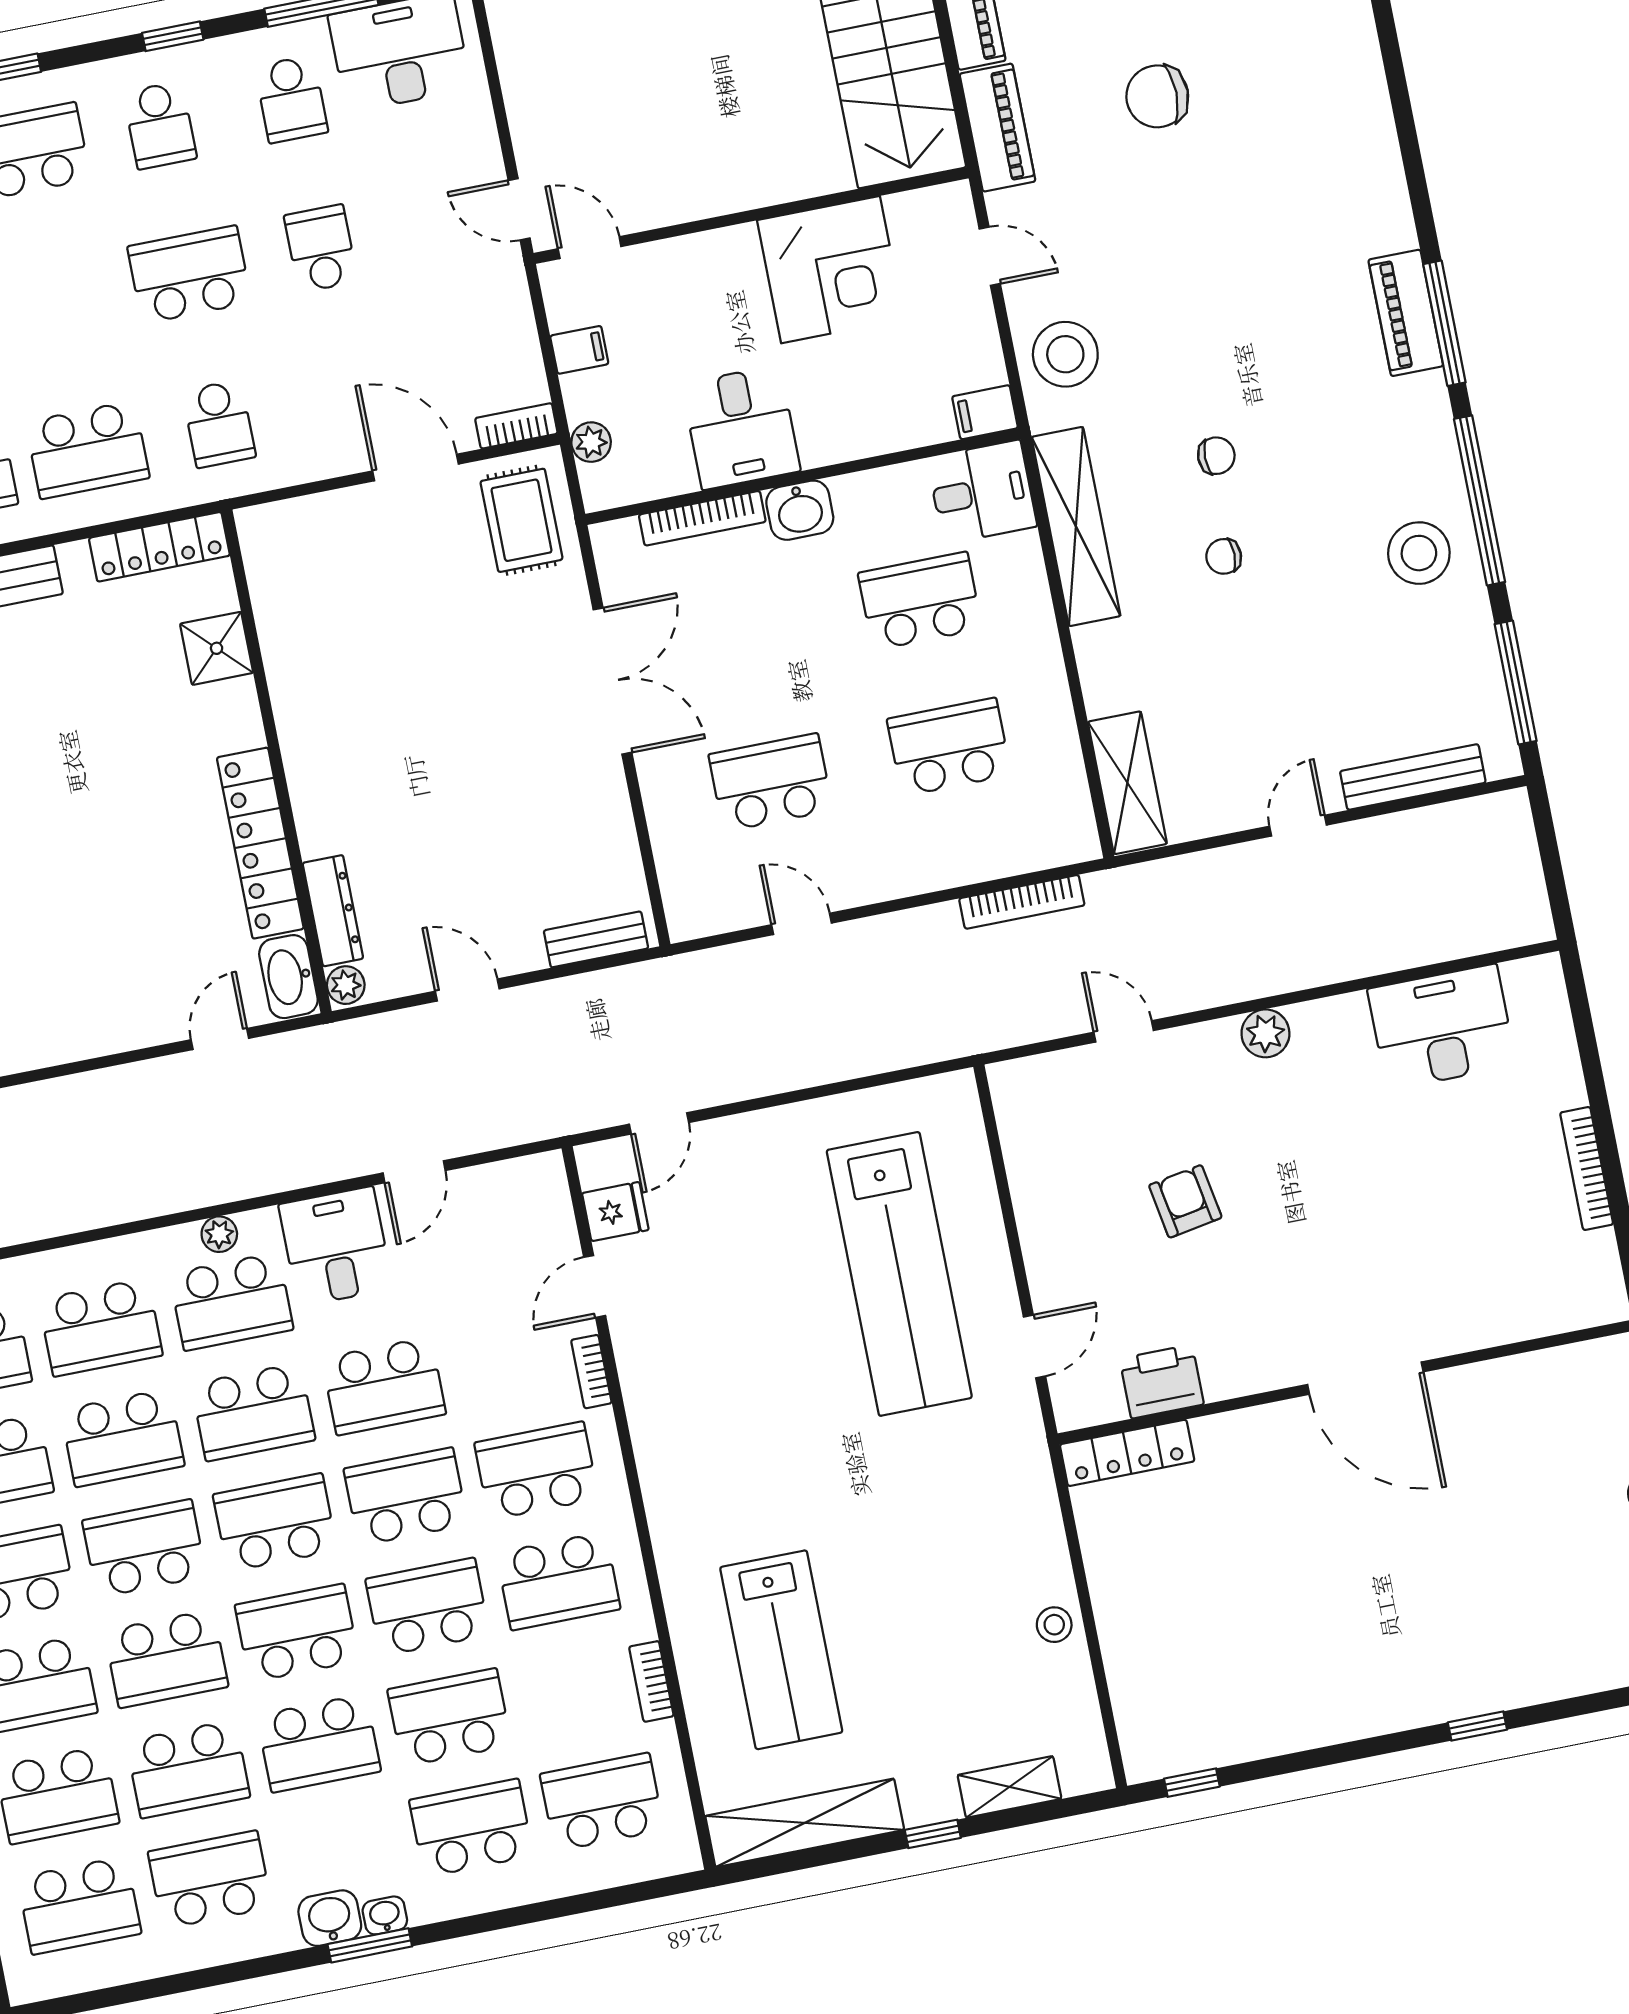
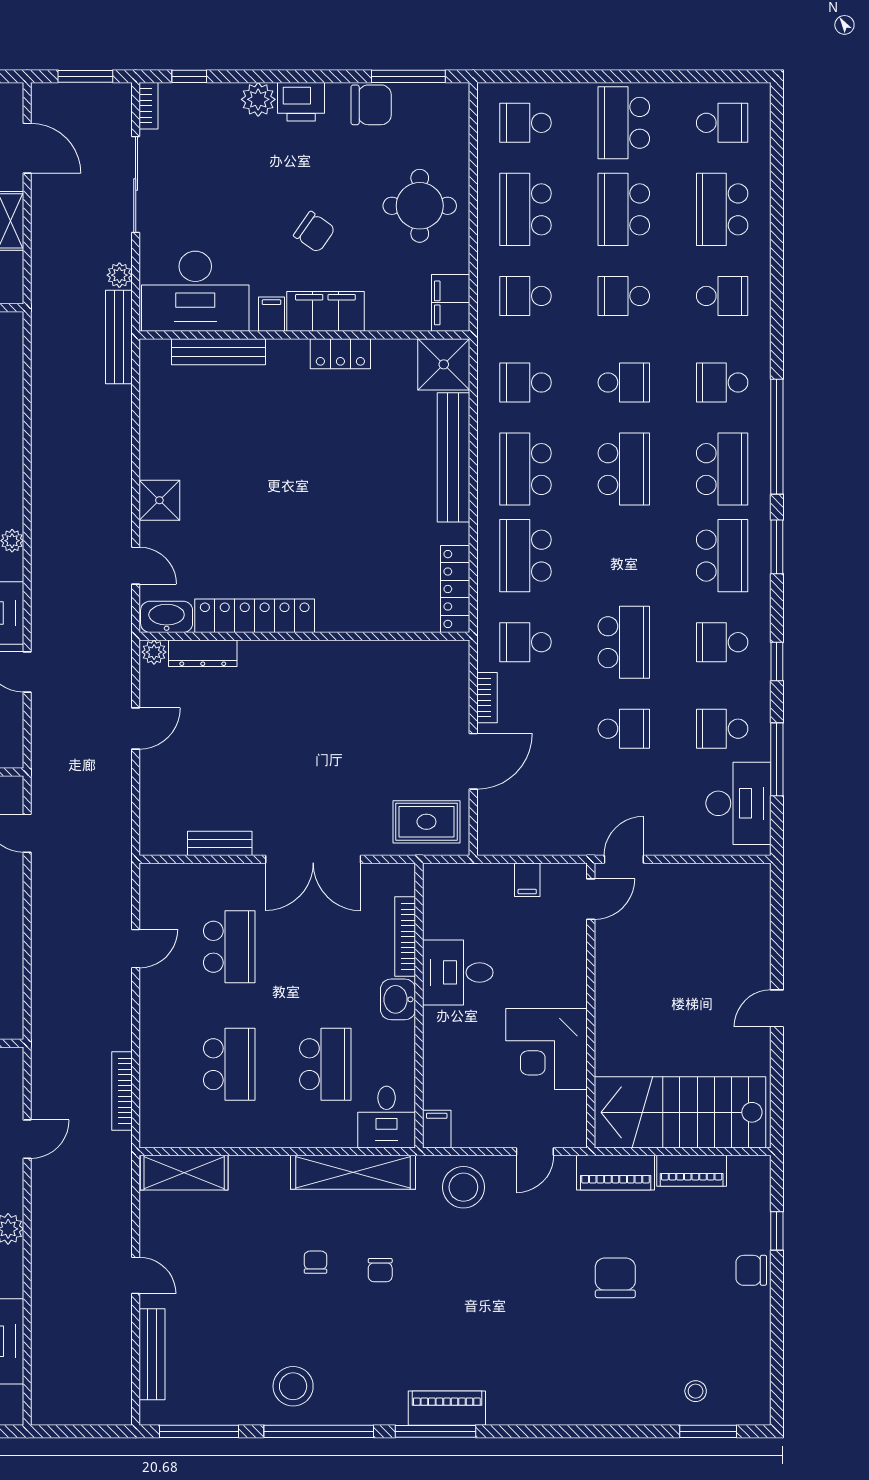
bookcase: (516, 426) -> (487, 698), moved
plant: (591, 442) -> (467, 876), removed
shower: (217, 648) -> (159, 500), moved
bench: (596, 939) -> (220, 843), moved, turned 90

